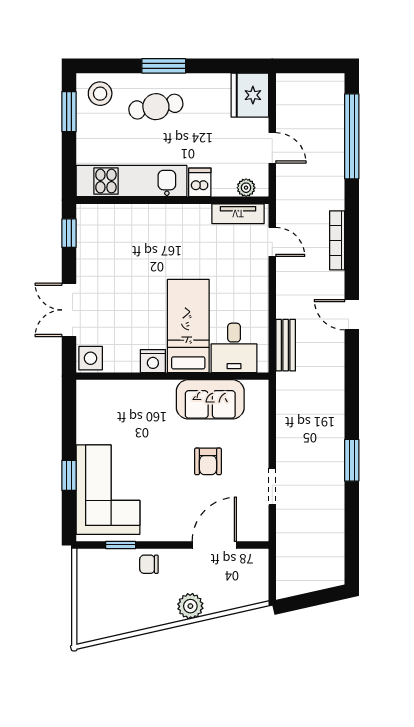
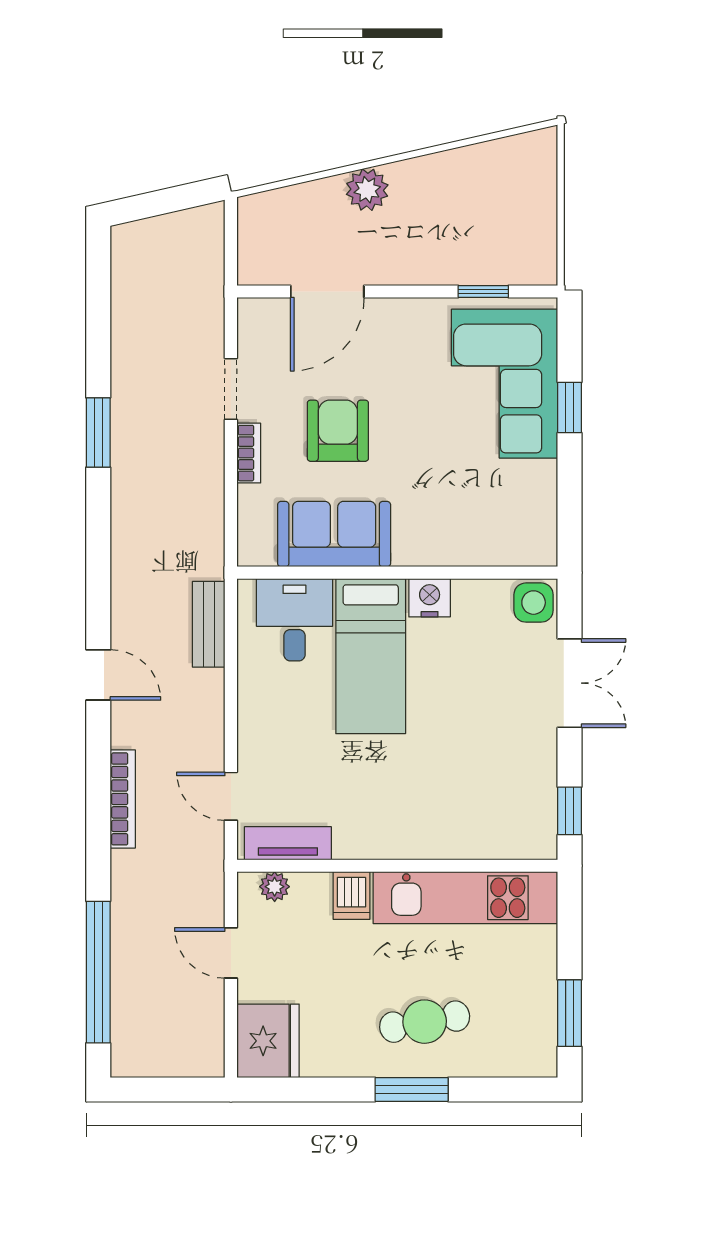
stool: (100, 94) -> (518, 1043), removed
bookcase: (261, 448) -> (249, 453), added
armchair: (208, 461) -> (338, 431), width x1.38, depth x1.38
chair: (149, 564) -> (436, 259), removed

